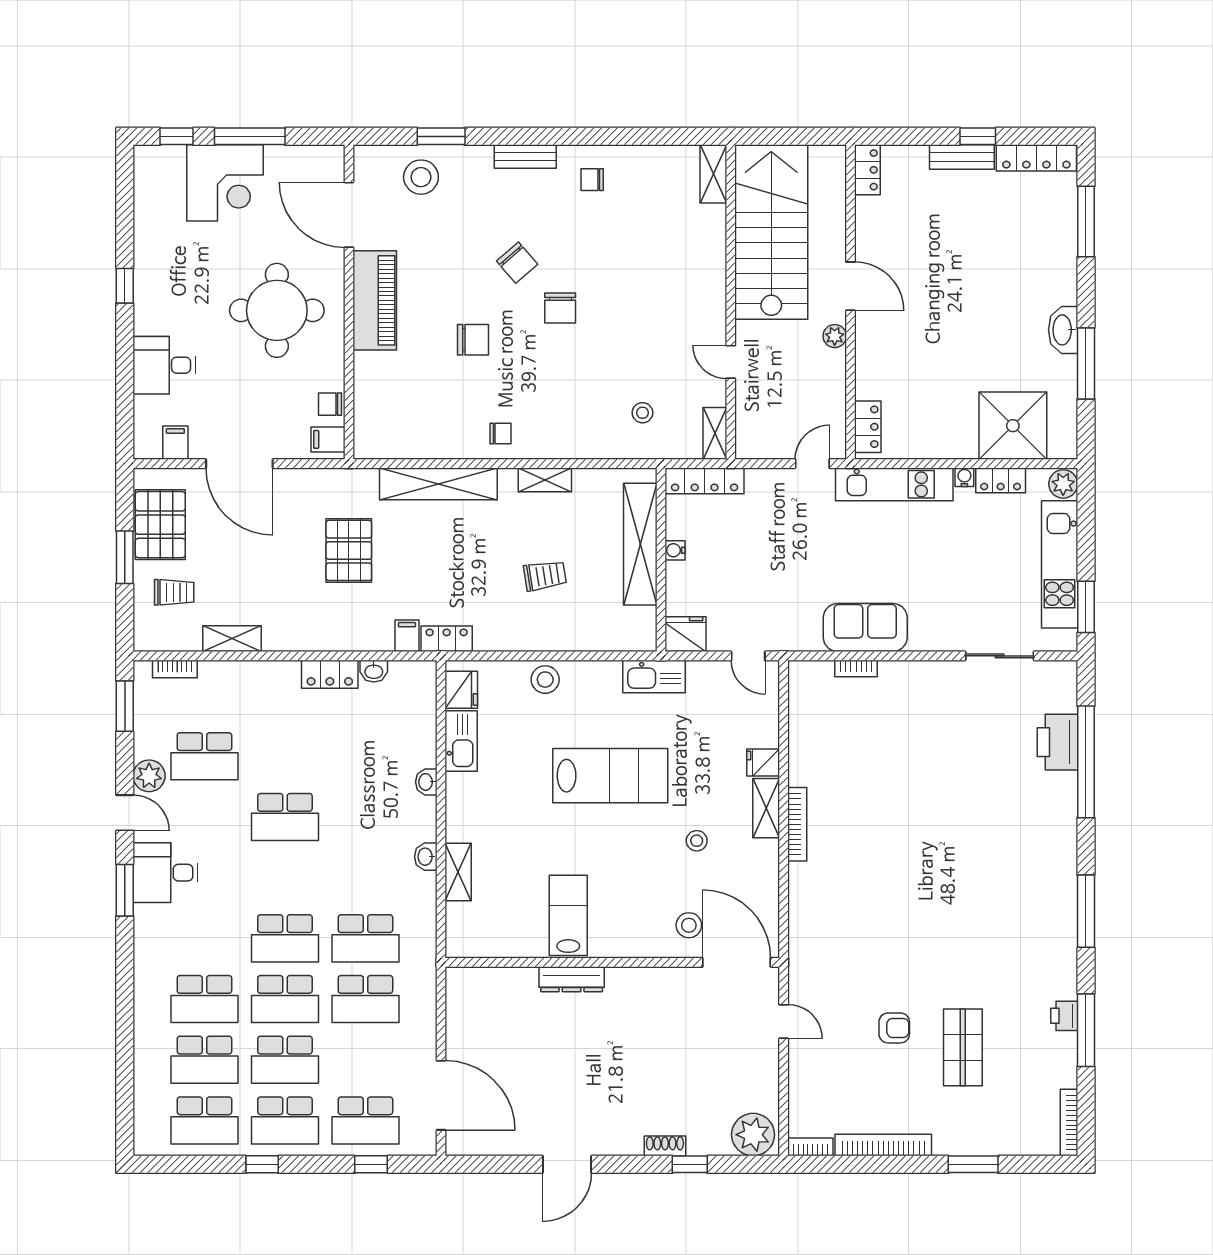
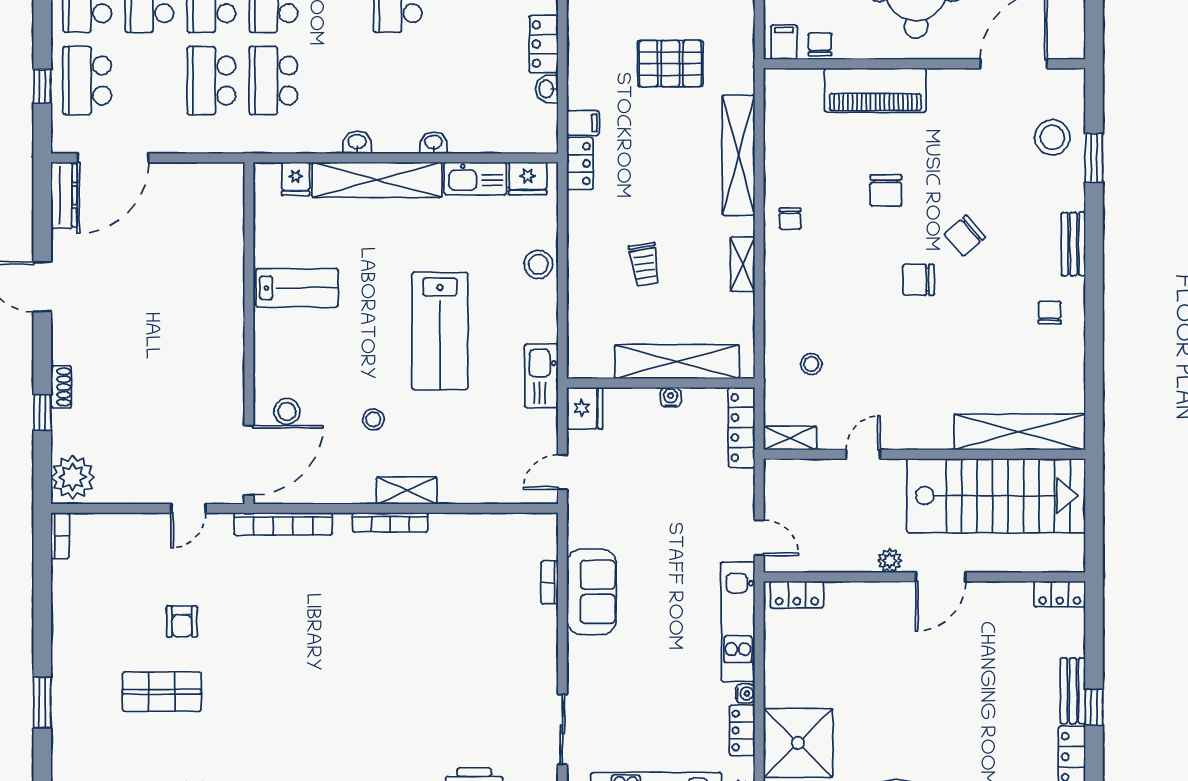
shelving: (713, 174) -> (1020, 432), width x2.20, depth x1.33
piano: (375, 300) -> (875, 90), moved
fridge: (763, 763) -> (296, 179), moved, turned 180
shelving: (458, 872) -> (377, 180), width x2.20, depth x1.33
dresser: (572, 979) -> (64, 195), moved, turned 180
bookcase: (883, 1145) -> (283, 524), moved, turned 90

